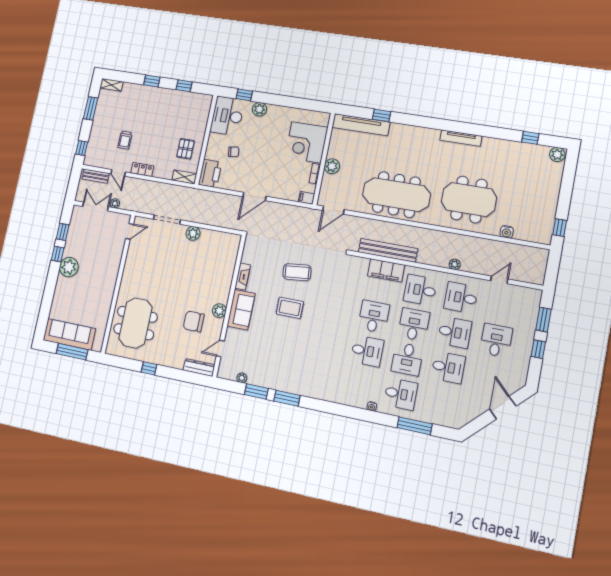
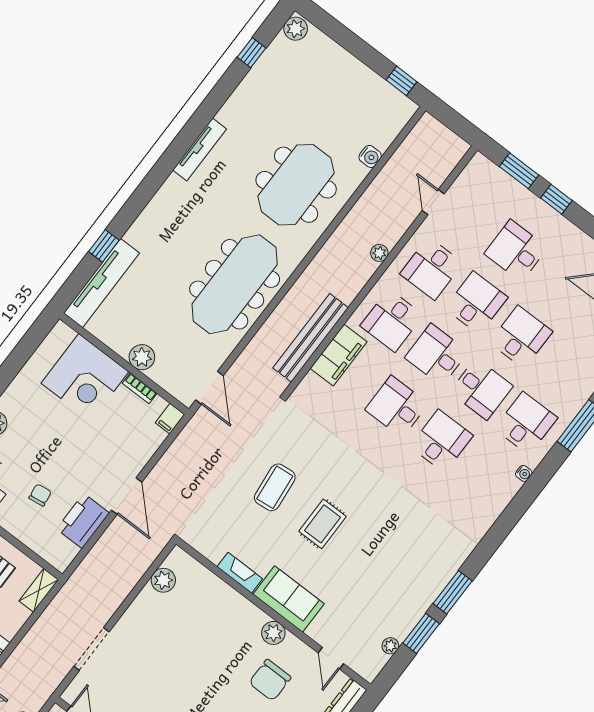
printer: (210, 173) -> (83, 521), moved, turned -90
plant: (193, 233) -> (163, 580), moved

